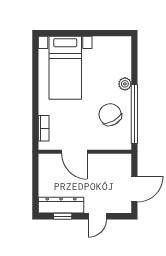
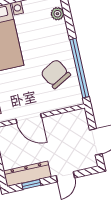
plant: (125, 84) -> (57, 14), moved

